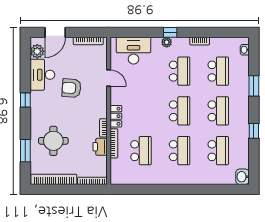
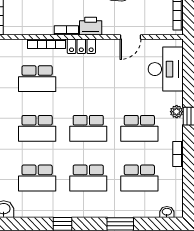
printer: (100, 147) -> (91, 26), moved

